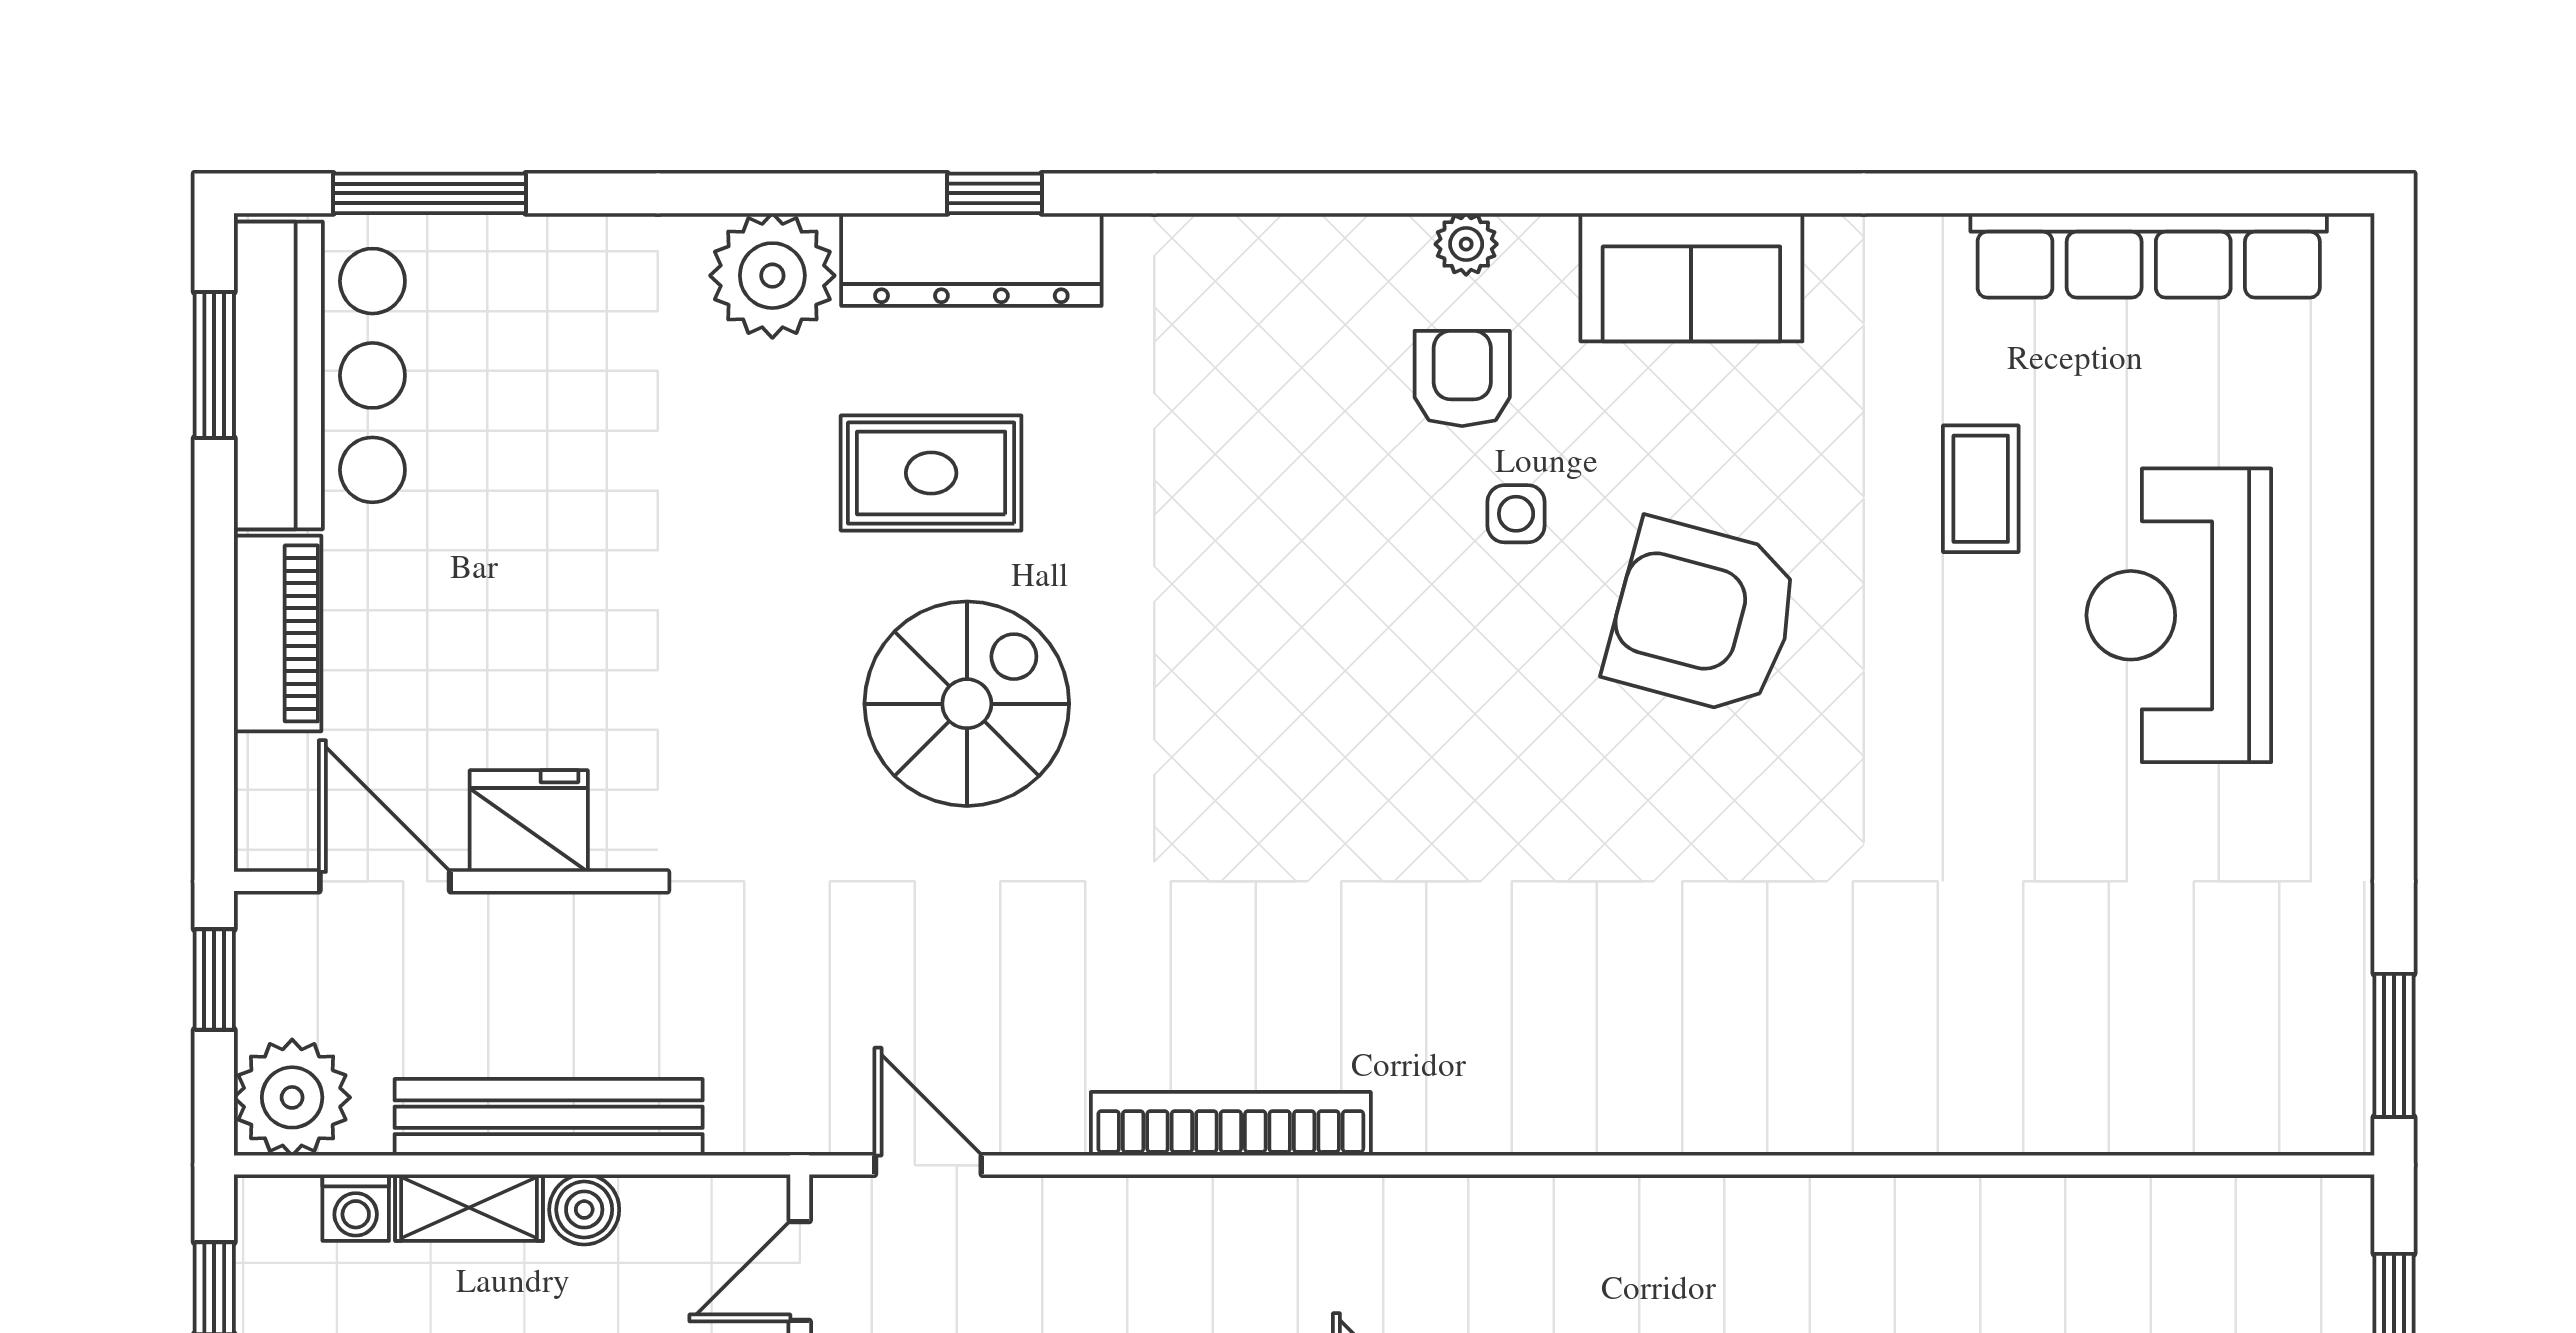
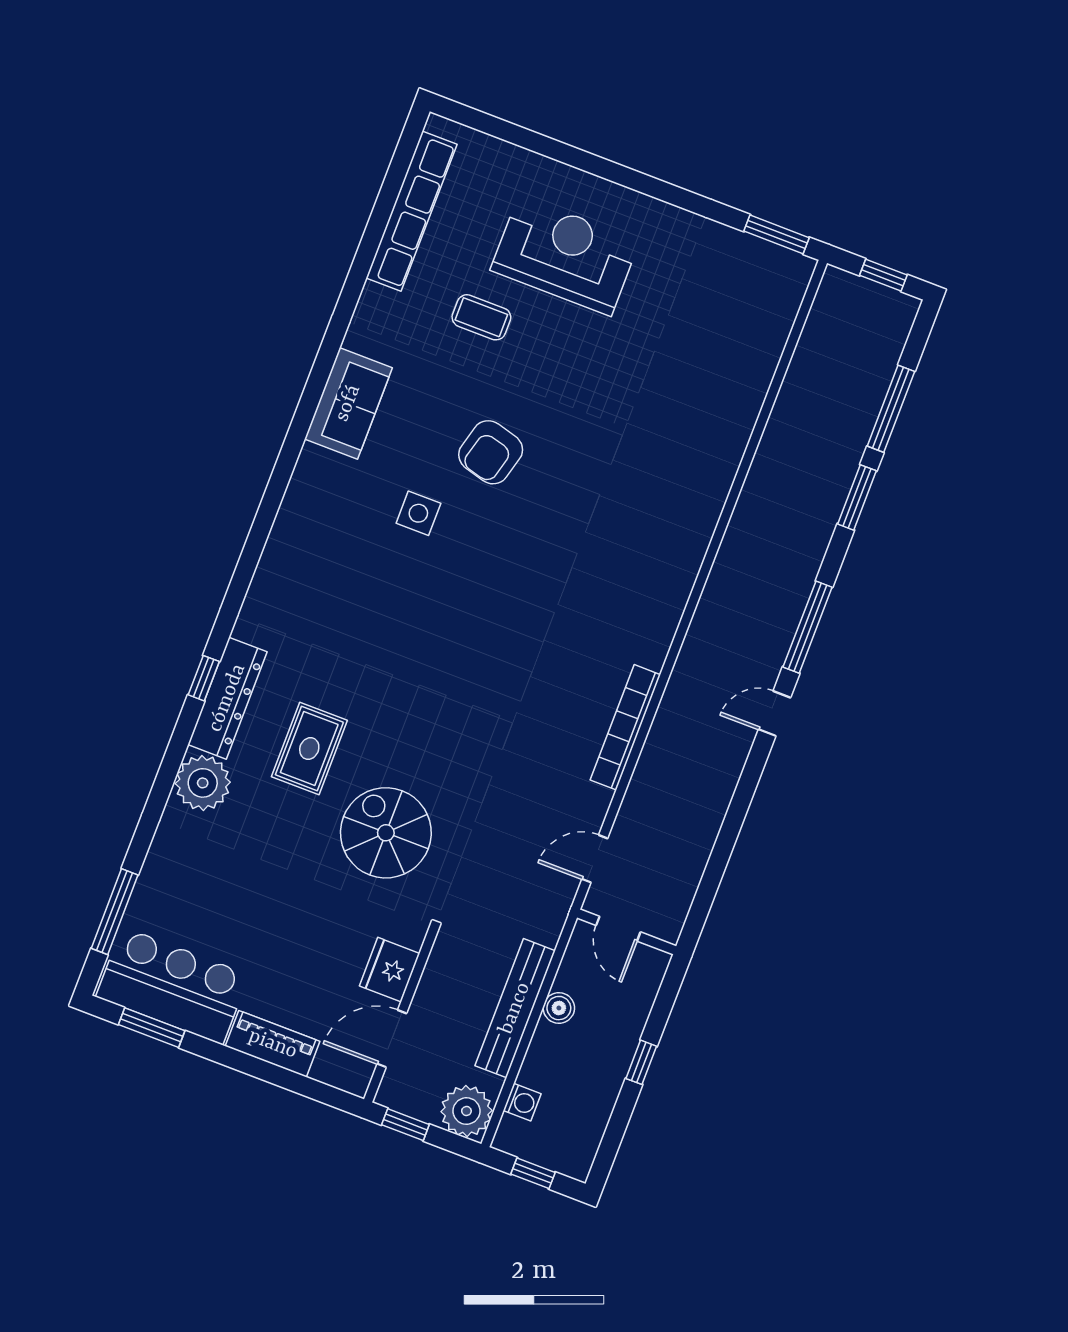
plant: (1466, 244) -> (299, 491), removed
armchair: (1462, 378) -> (354, 514), removed
side table: (1516, 514) -> (418, 513), width x1.37, depth x1.37
reception desk: (2179, 615) -> (565, 255), turned 180
armchair: (1703, 617) -> (491, 452), width x0.73, depth x0.73
spiral stairs: (967, 704) -> (386, 833), moved
shelving: (469, 1208) -> (540, 1055), removed

